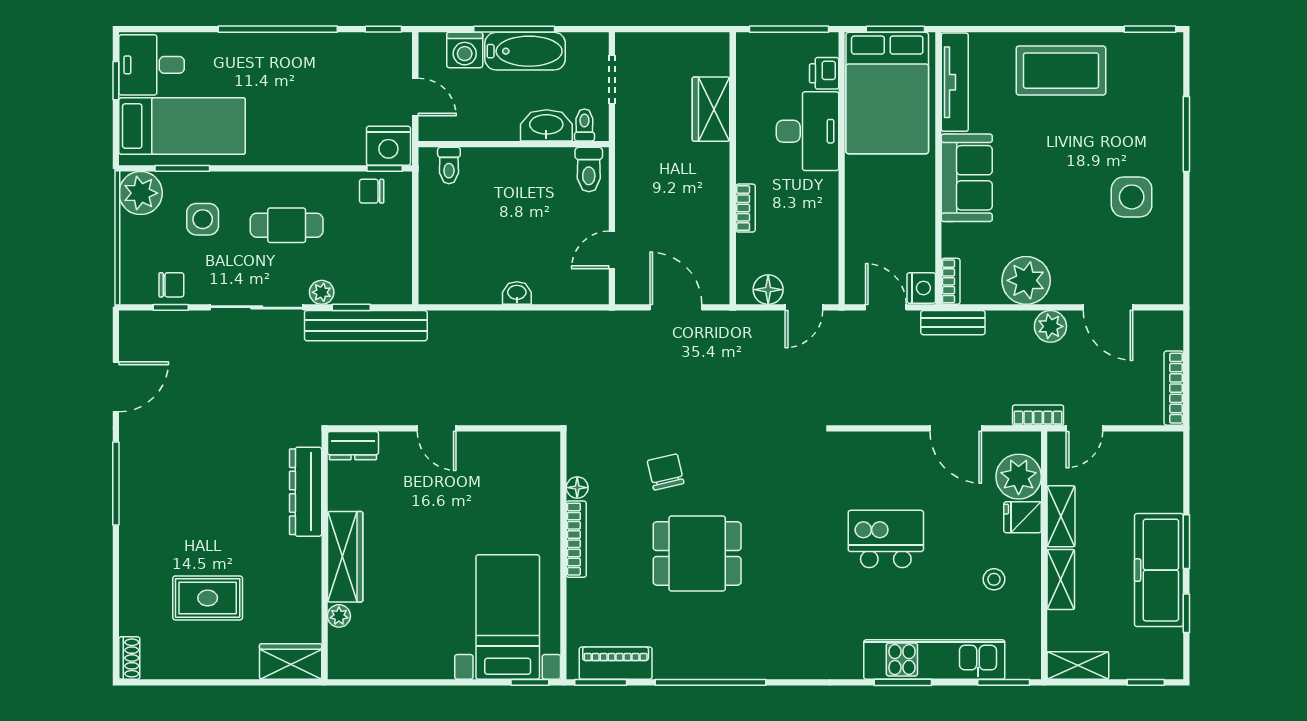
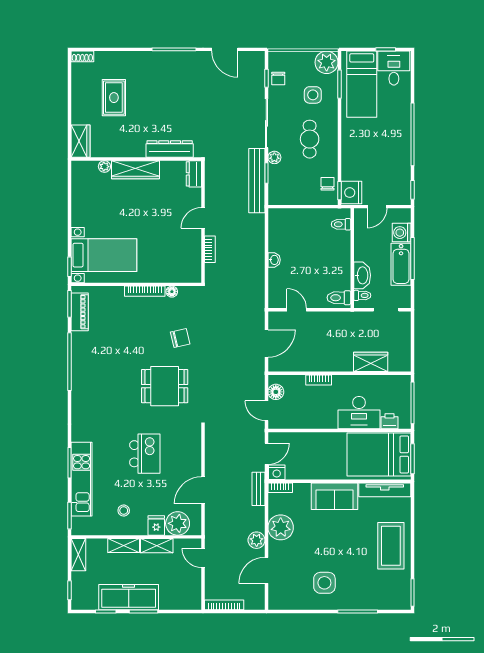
bookcase: (1038, 415) -> (210, 249), moved
dining table: (697, 553) -> (165, 386), moved, turned 90

